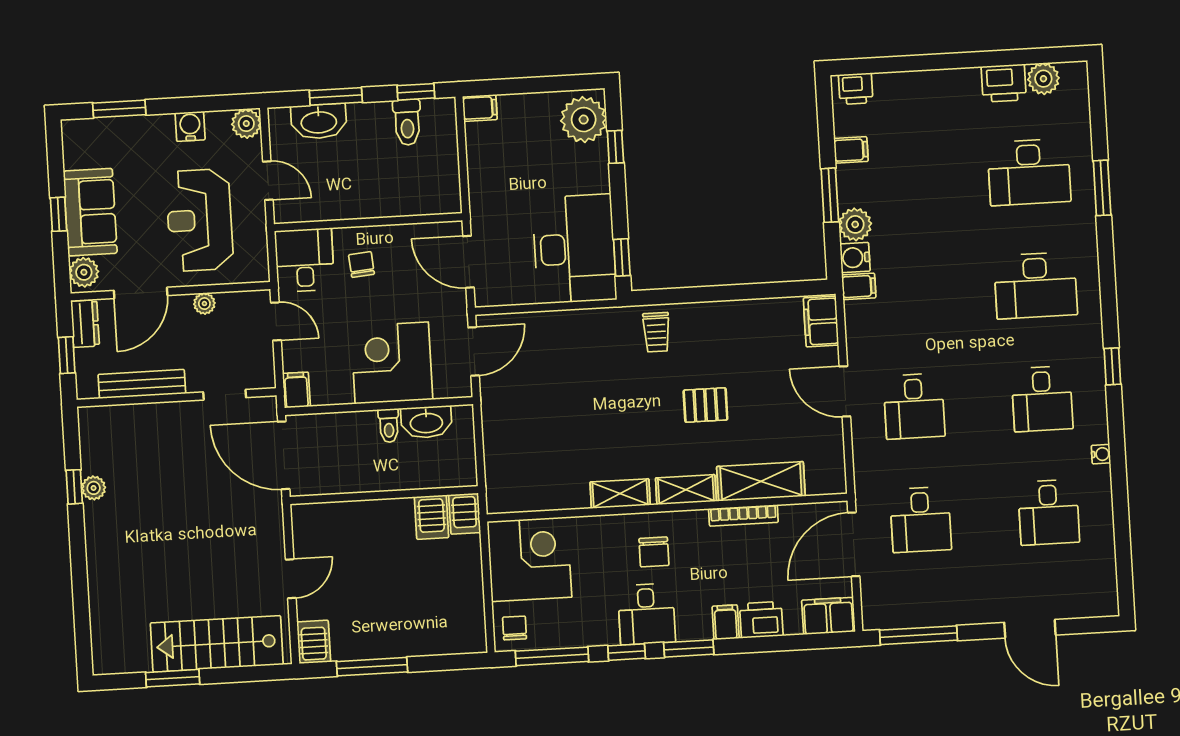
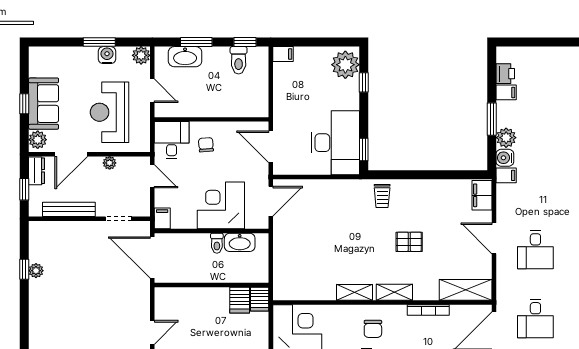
printer: (856, 89) -> (505, 74), moved, turned -90
window: (119, 109) -> (99, 42), moved
shelving: (761, 481) -> (466, 290), moved

